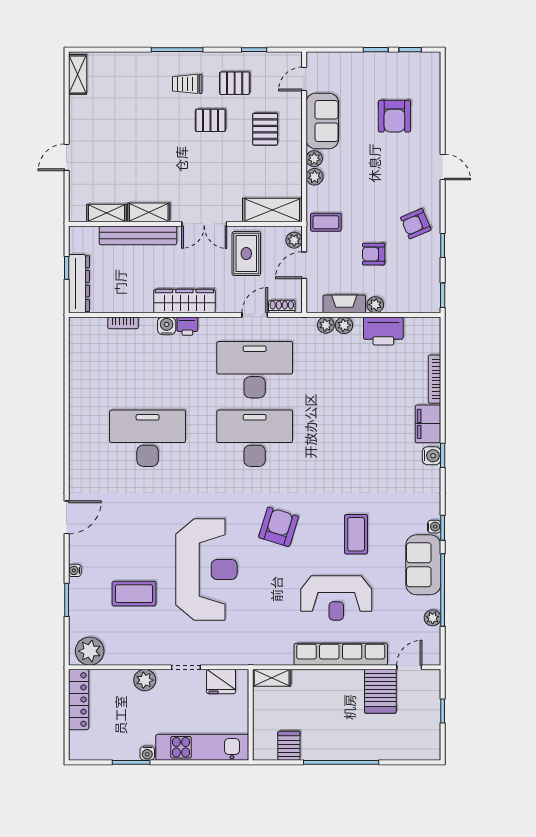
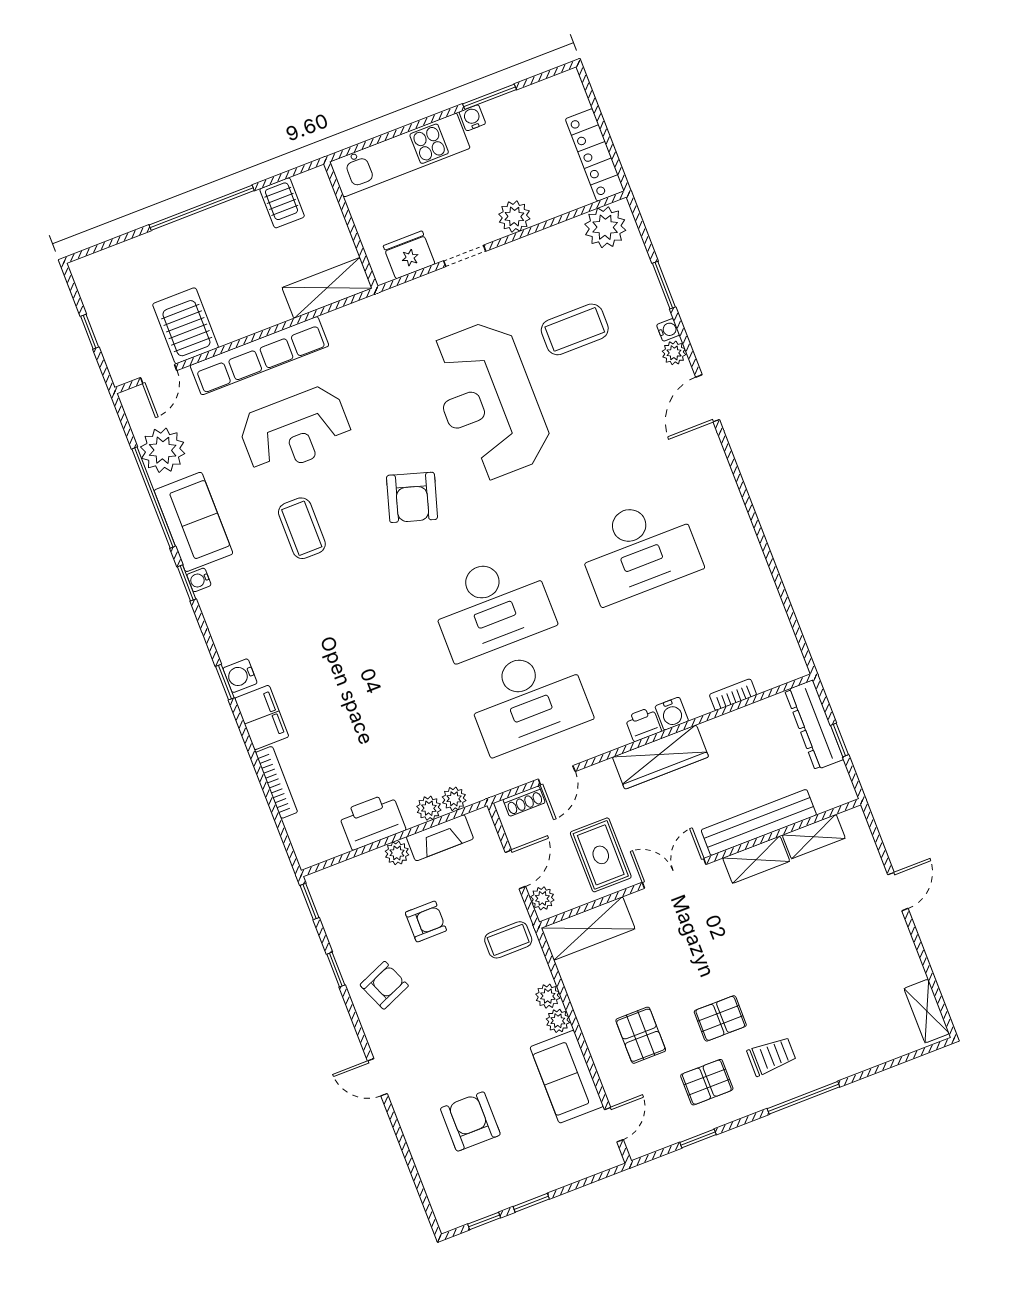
plant: (77, 554) -> (674, 353), added
reception desk: (336, 598) -> (295, 430), turned 180
plant: (433, 618) -> (163, 450), width x1.87, depth x1.87
shelving: (272, 678) -> (327, 288), width x1.50, depth x1.33

